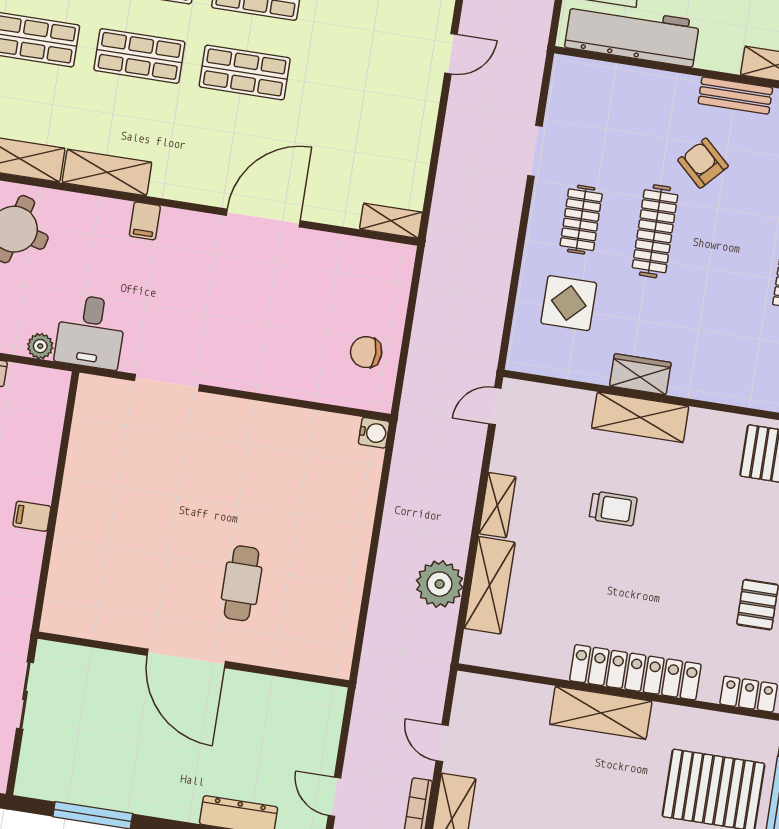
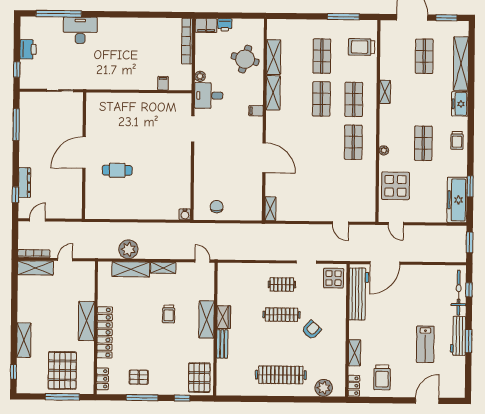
shop shelf: (245, 72) -> (321, 142), removed
bench: (735, 95) -> (222, 344), moved
display table: (569, 303) -> (333, 278), moved
filing cabinet: (32, 516) -> (163, 83), moved

